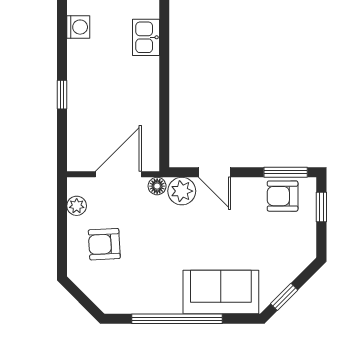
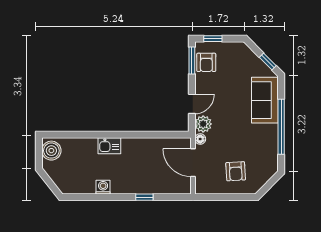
plant: (77, 206) -> (212, 188), removed

